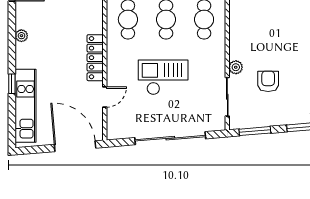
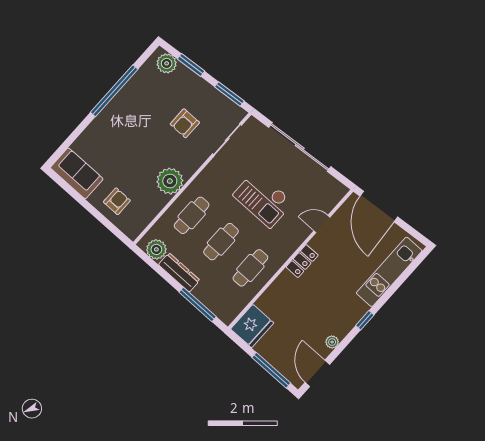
plant: (21, 36) -> (332, 342), moved
locker: (95, 58) -> (302, 261), width x0.66
plant: (236, 67) -> (170, 181), moved, width x1.87, depth x1.87
window: (12, 84) -> (365, 320), moved

